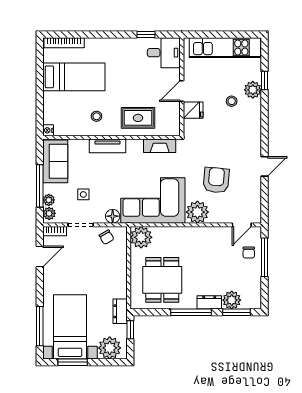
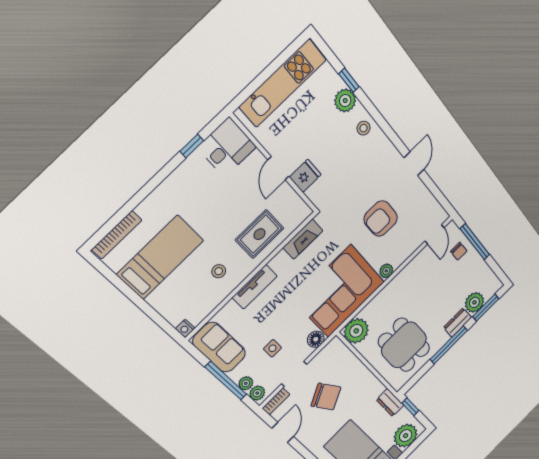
stool: (232, 101) -> (364, 128), moved
armchair: (216, 180) -> (381, 219), turned -95
plant: (197, 212) -> (386, 271), width x0.53, depth x0.53
chair: (107, 237) -> (326, 397), moved, width x1.87, depth x1.87

